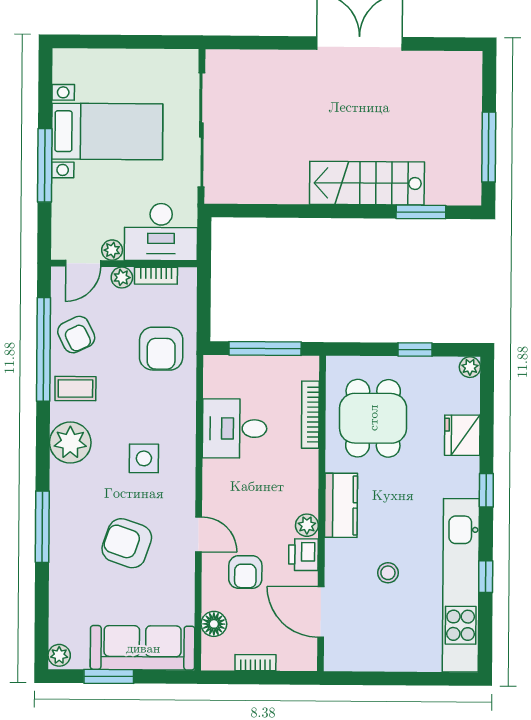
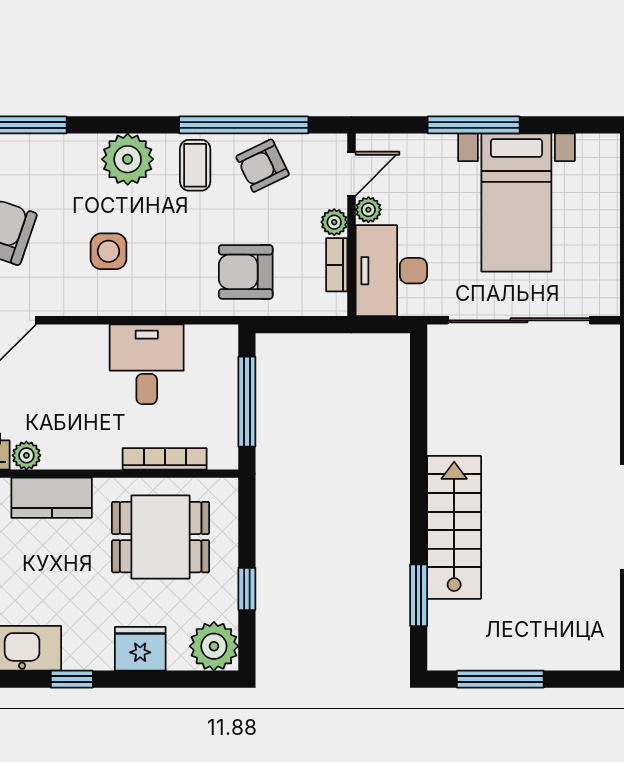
door: (83, 263) -> (351, 174), swing flipped
plant: (470, 367) -> (214, 646), width x1.87, depth x1.87

